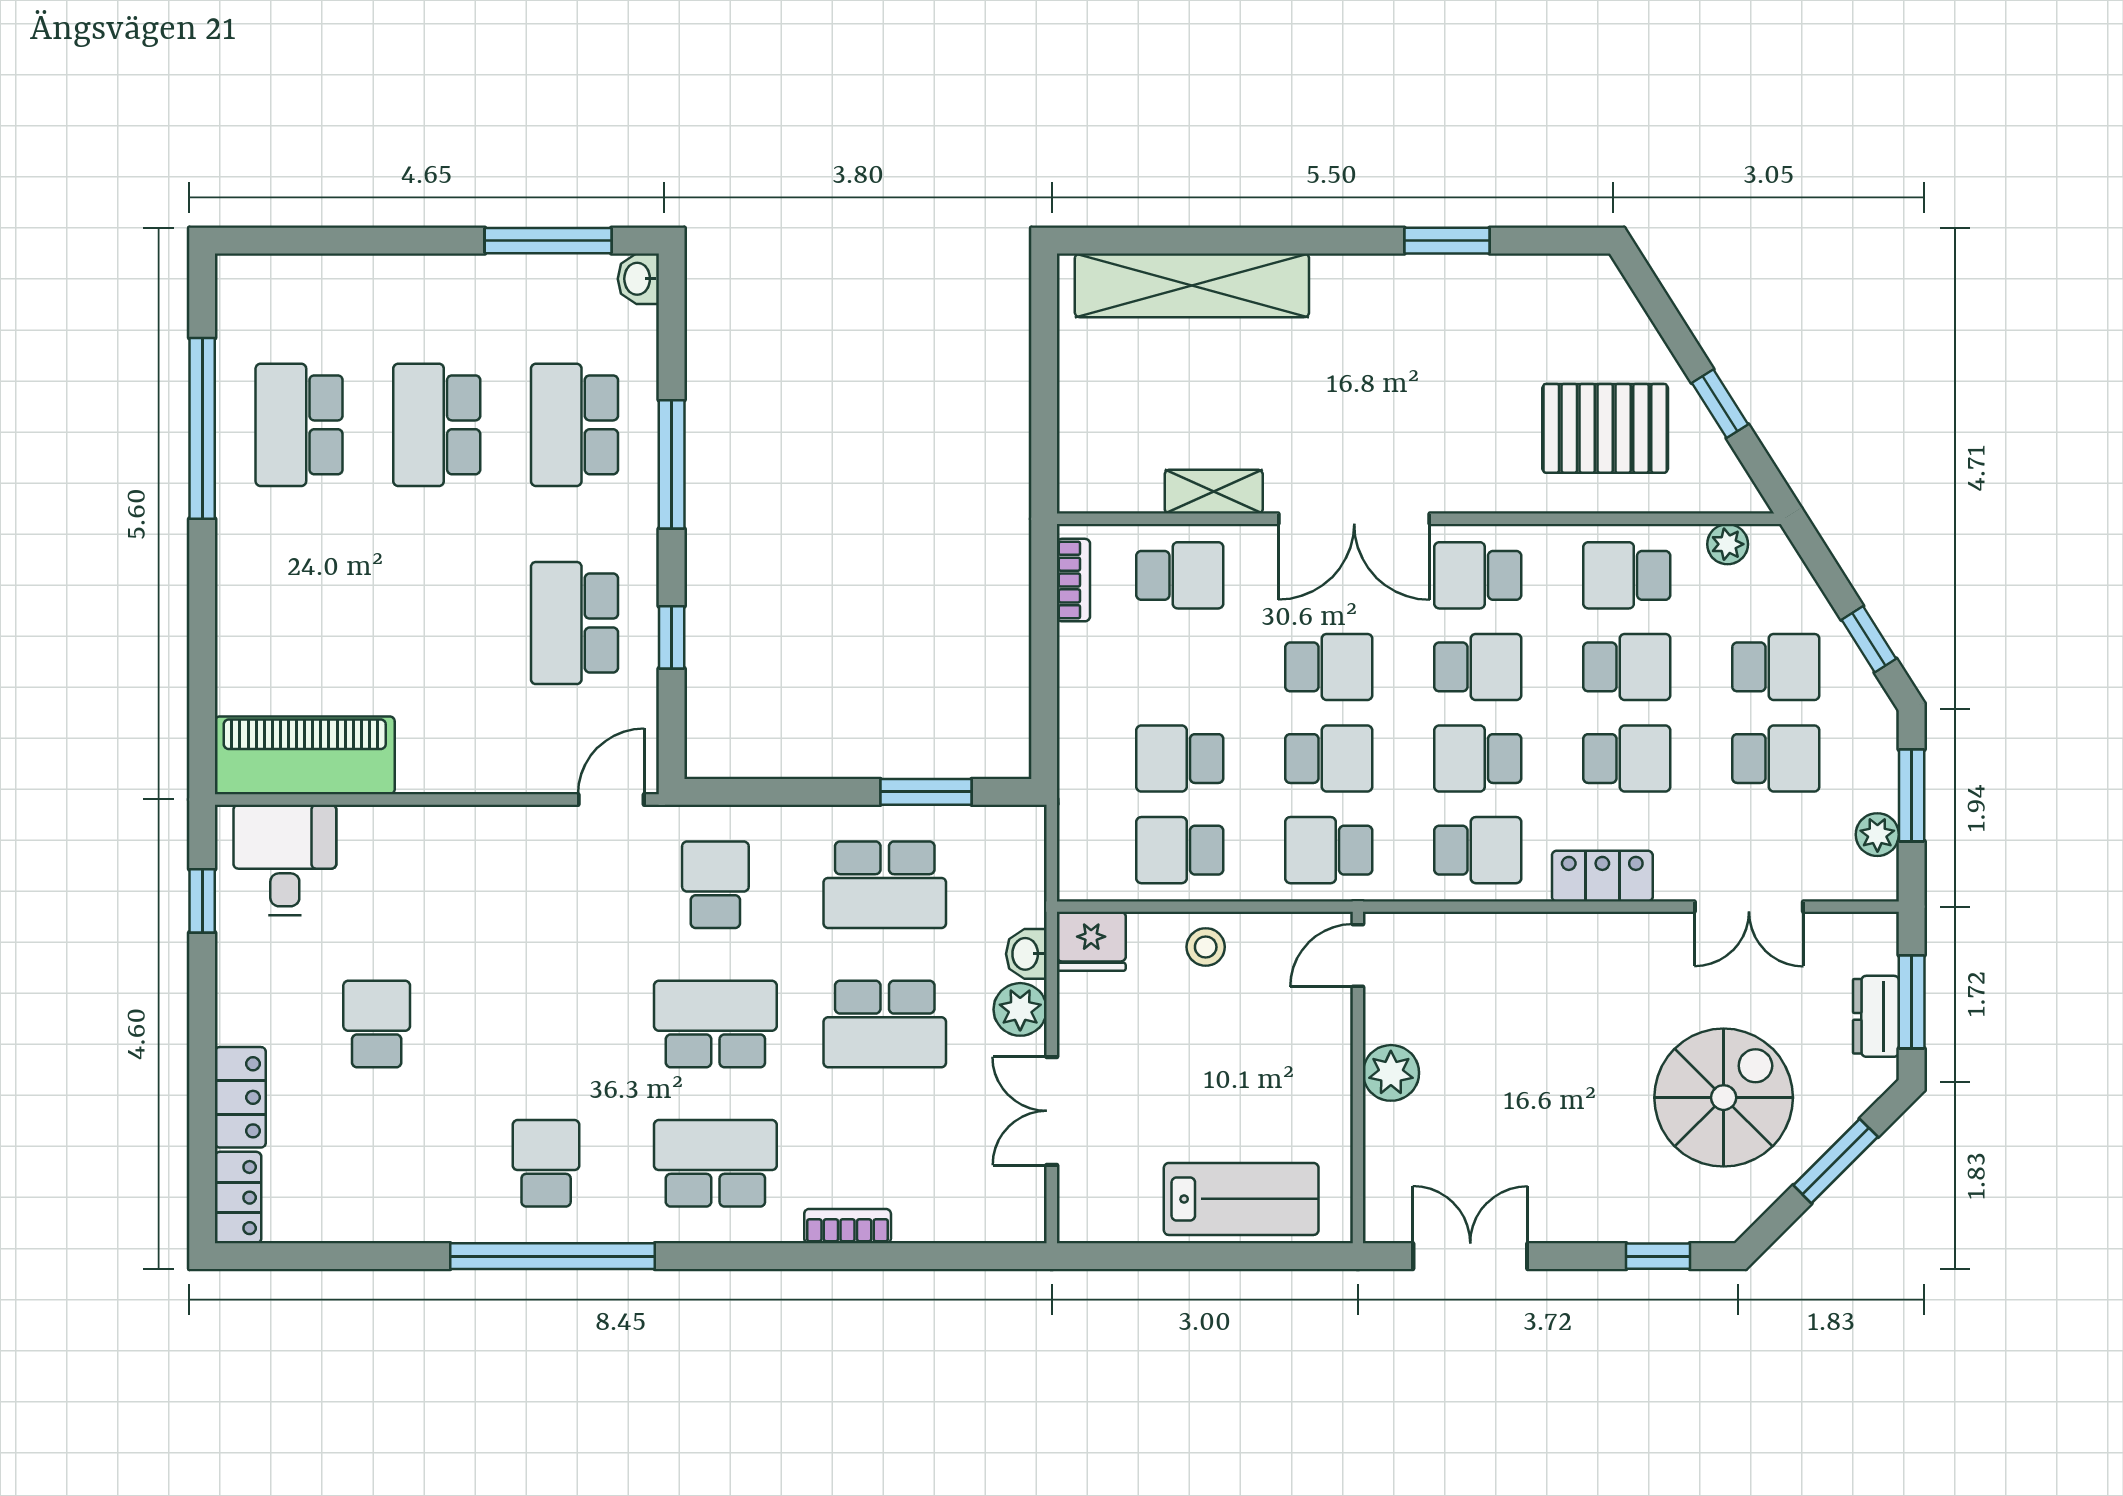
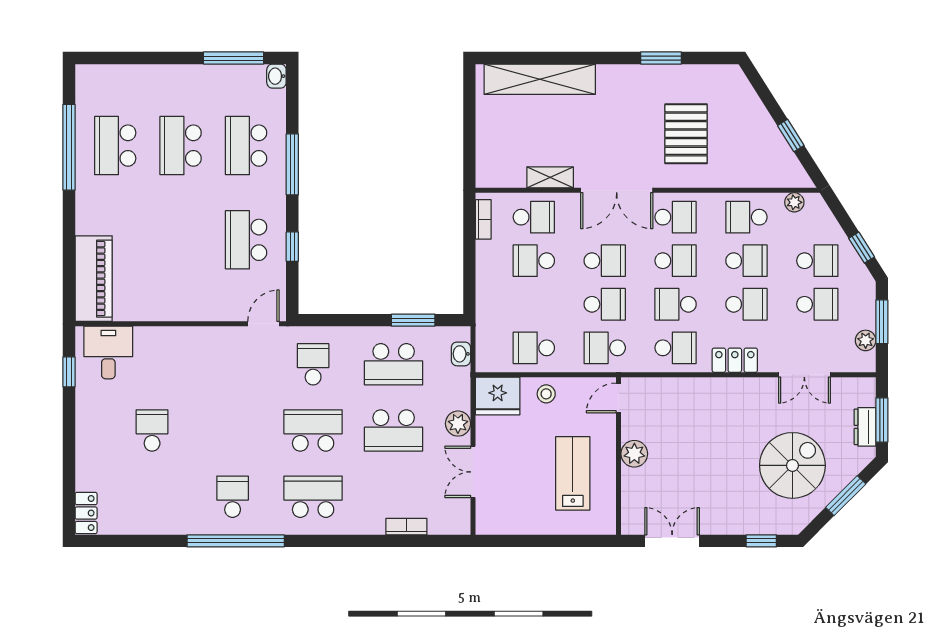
pallet: (1605, 428) -> (686, 134), moved, turned 90
school desk: (1478, 575) -> (676, 217), turned 180
piano: (305, 755) -> (94, 279), moved, turned 90
school desk: (1180, 759) -> (534, 261), moved
fridge: (1091, 941) -> (498, 396), width x1.36, depth x1.34
washbasin: (1026, 954) -> (461, 354), moved
locker: (240, 1097) -> (87, 465), removed
lab bench: (1241, 1199) -> (573, 473), moved, turned -90
bookcase: (848, 1226) -> (406, 527), moved

